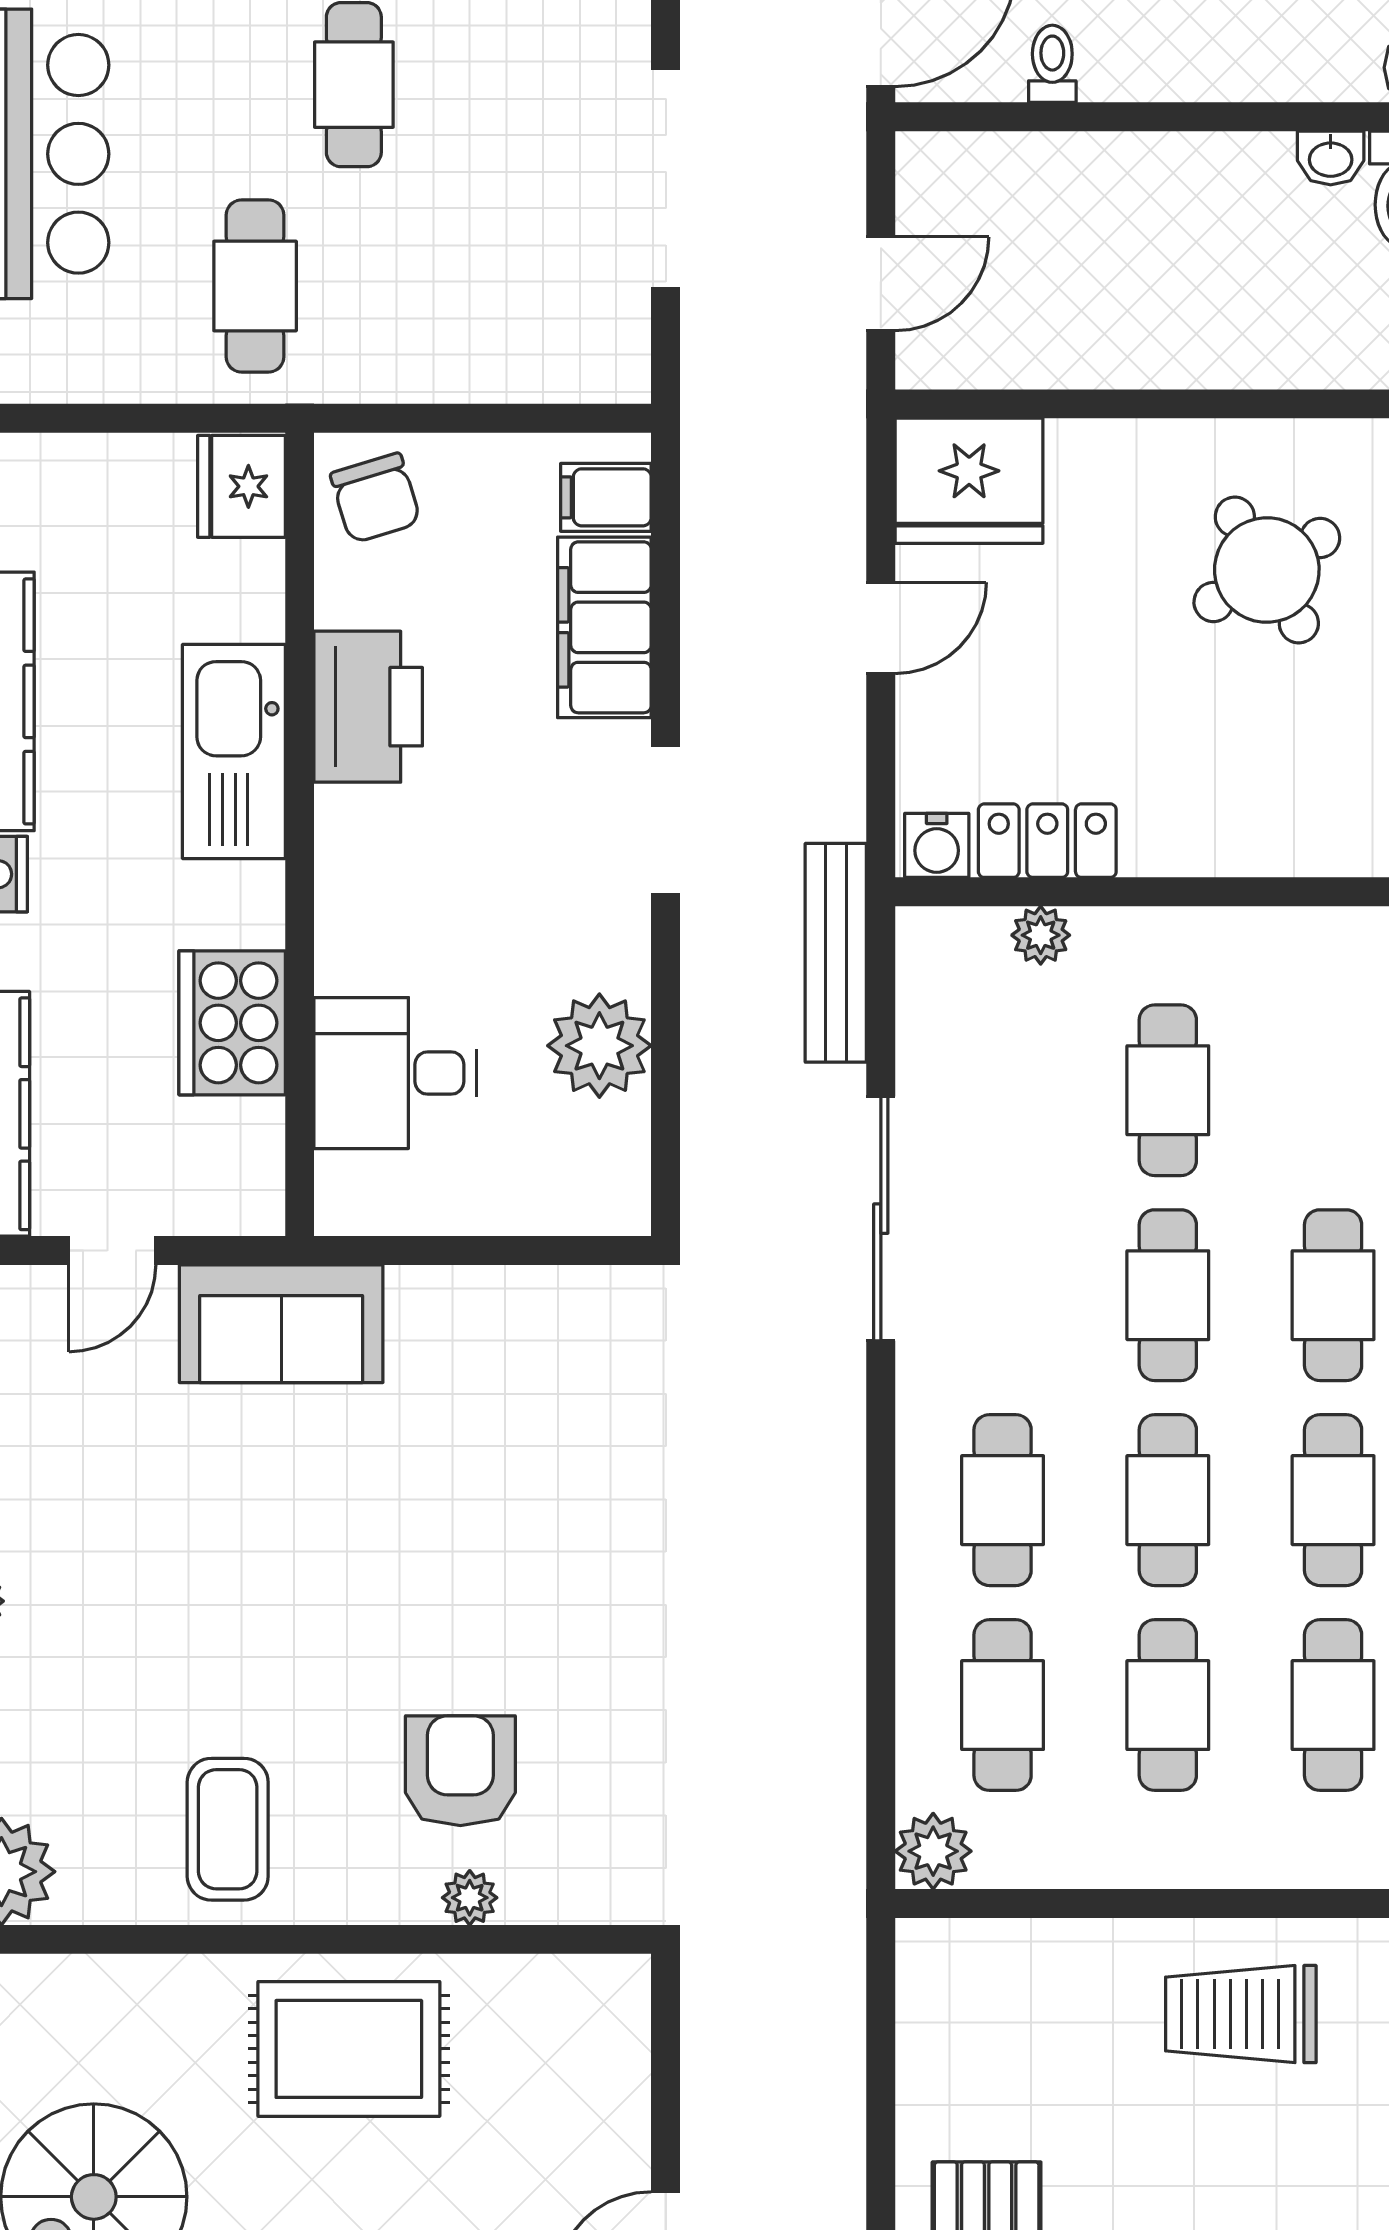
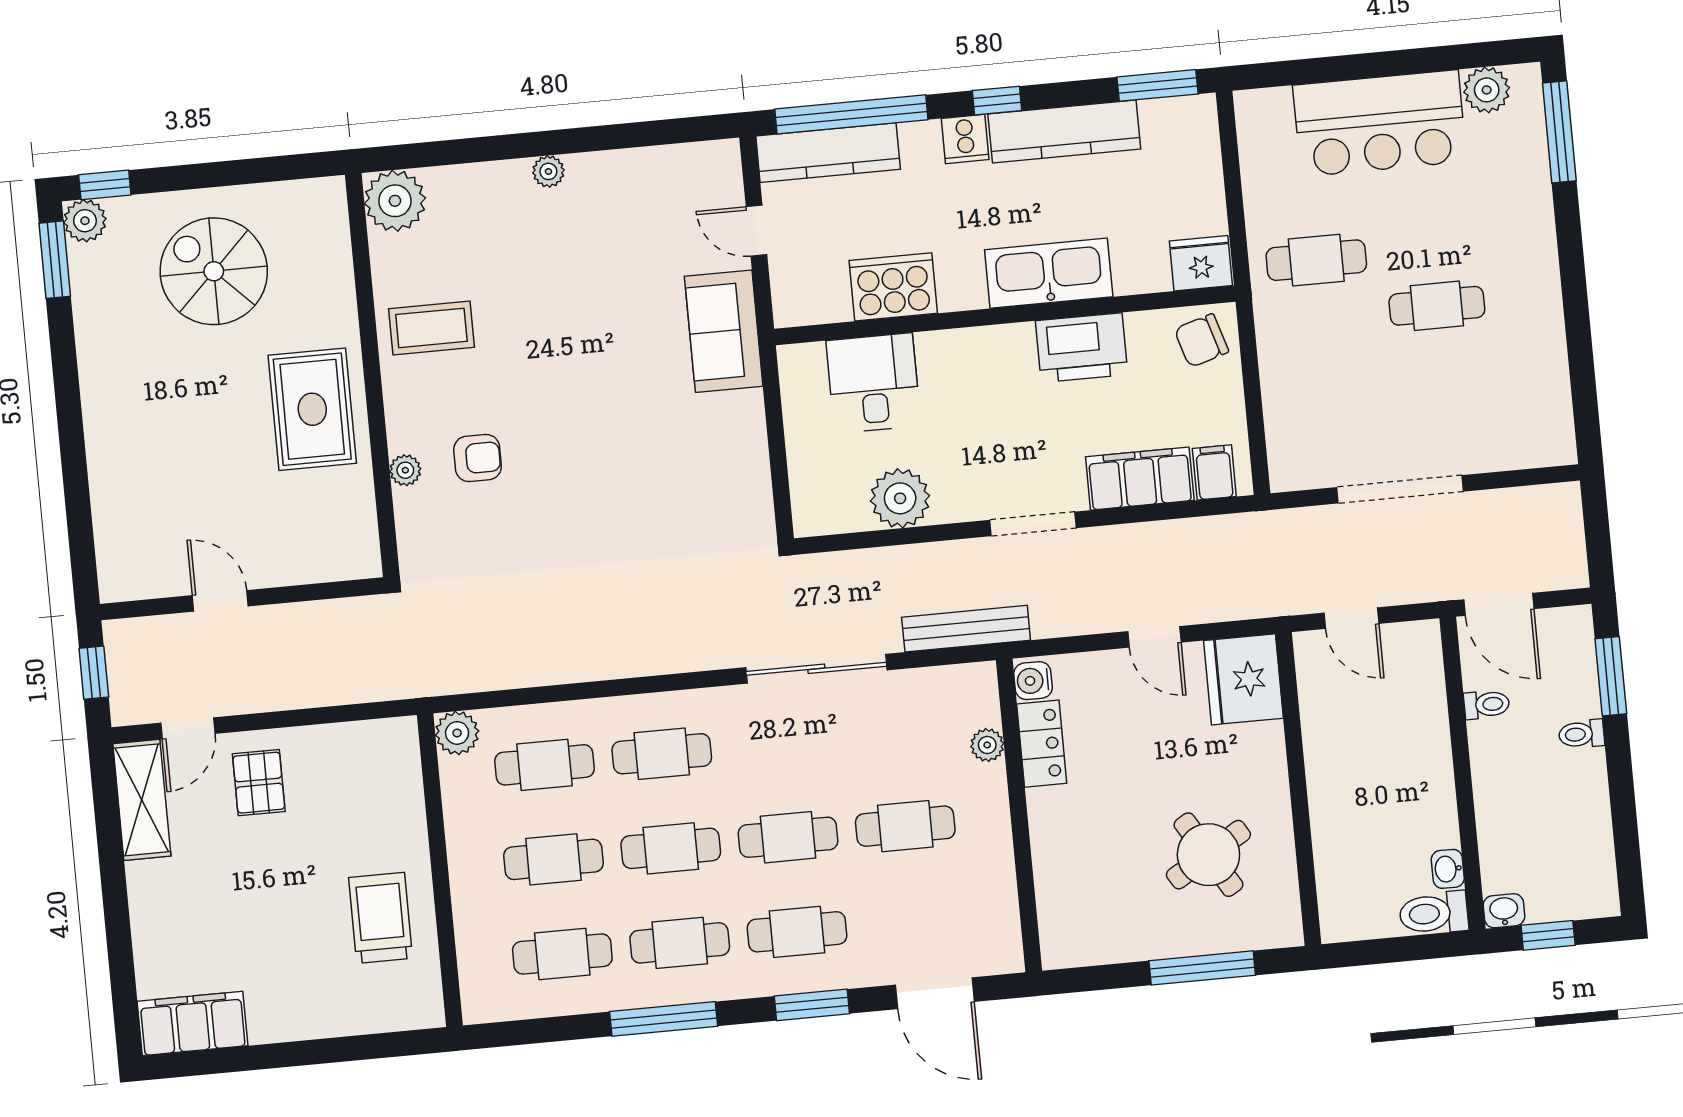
armchair: (460, 1771) -> (478, 458), width x0.72, depth x0.72

